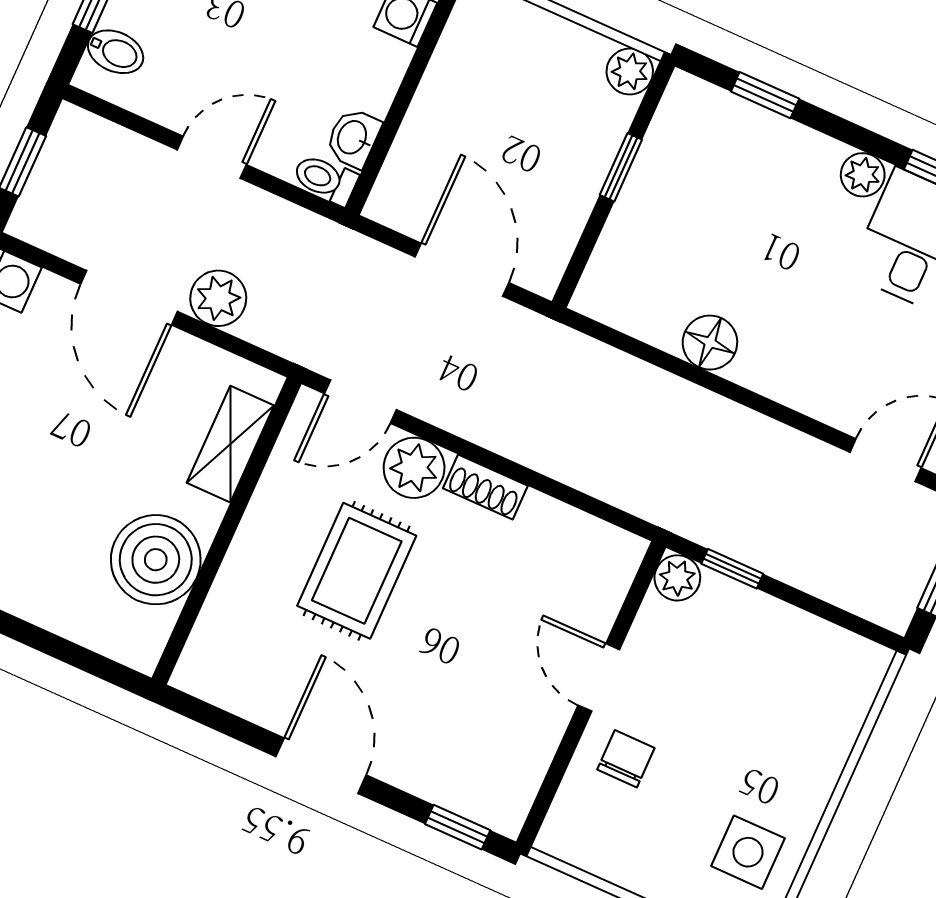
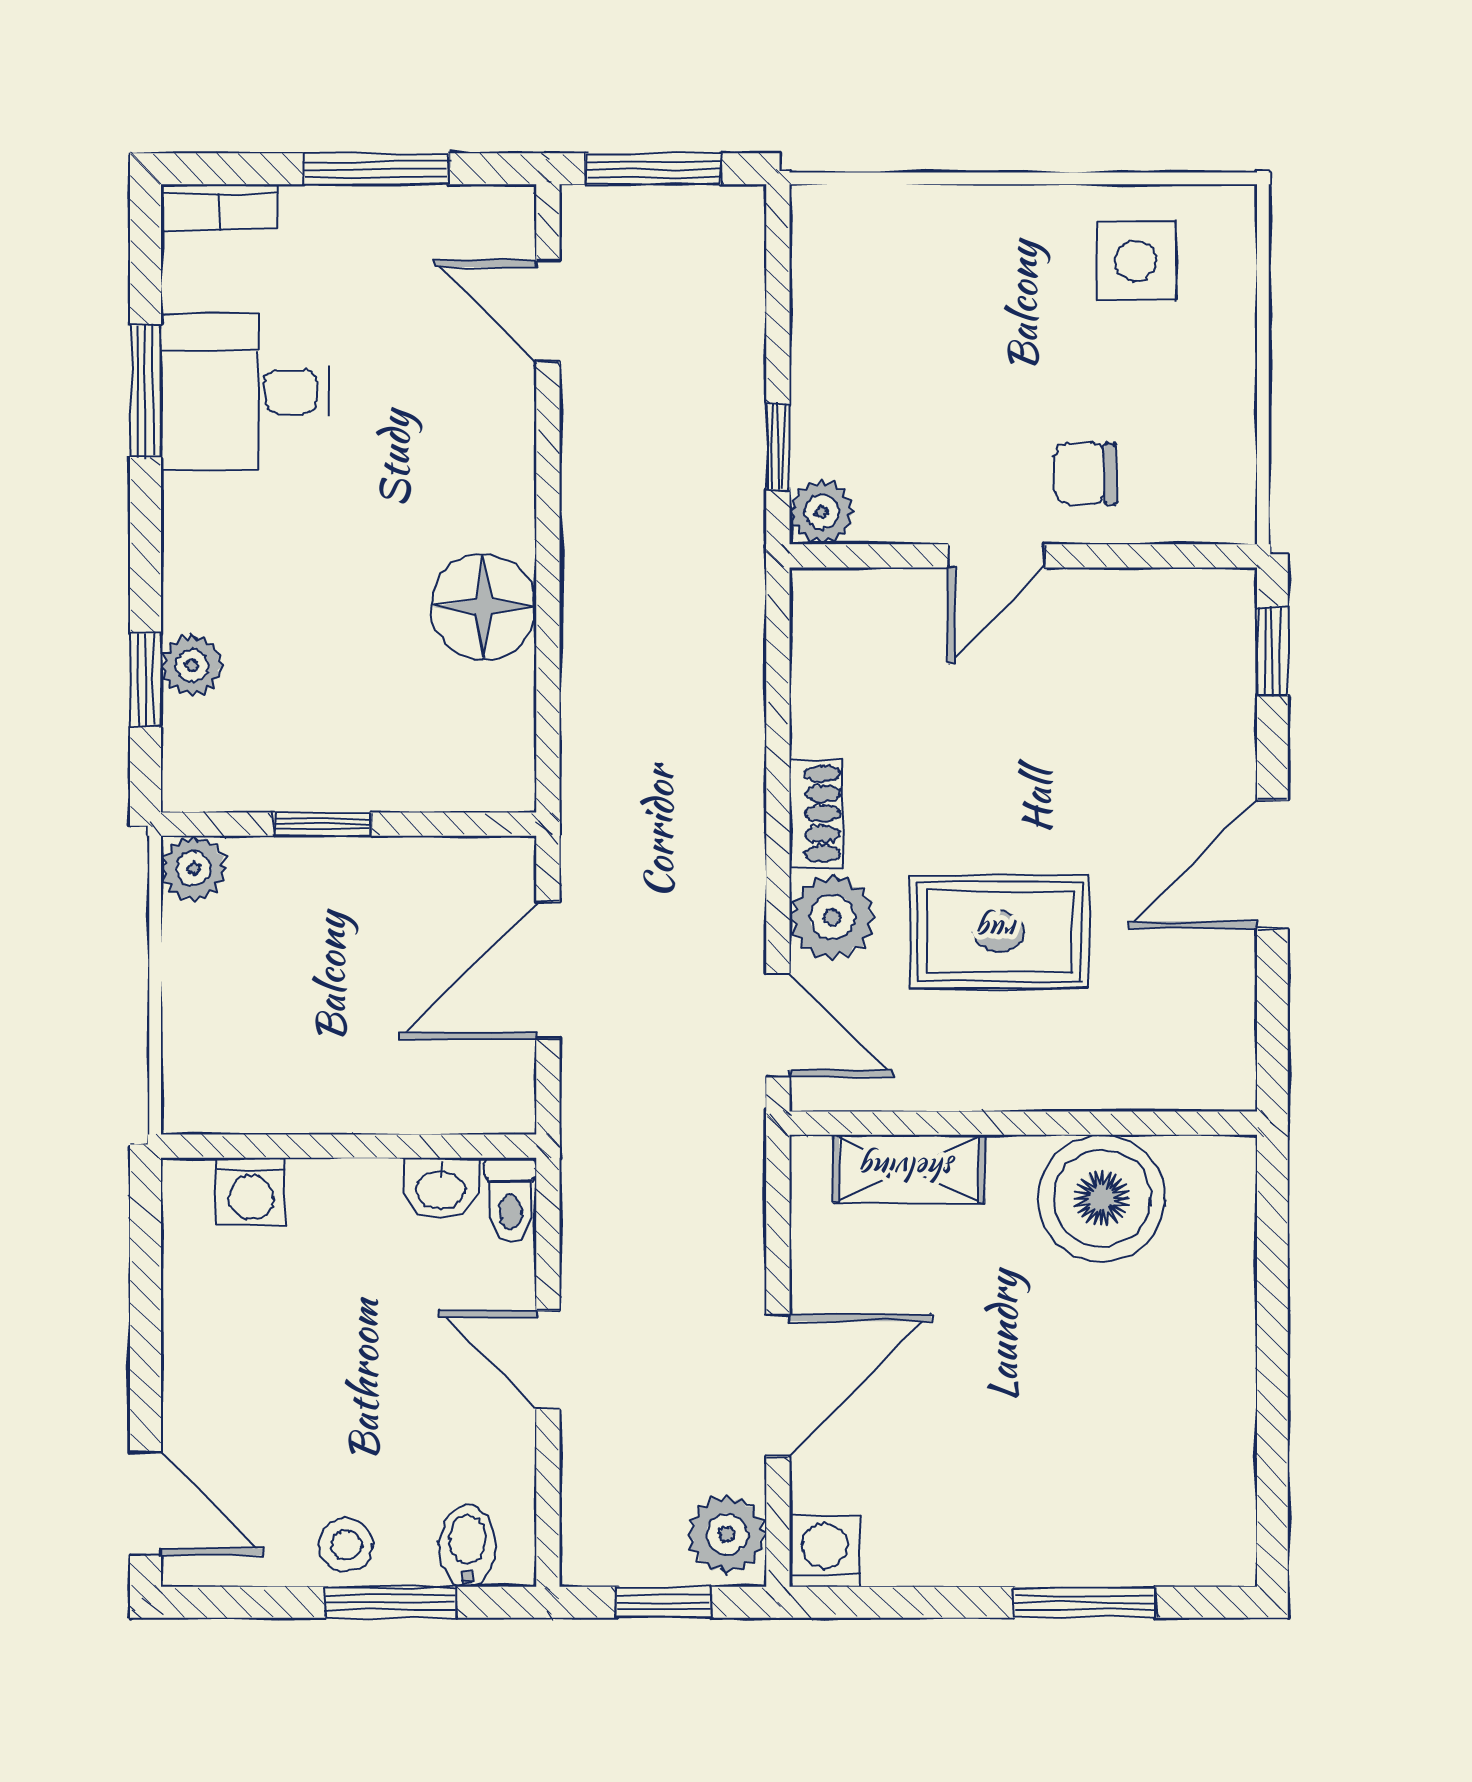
plant: (863, 175) -> (192, 665), moved
plant: (218, 298) -> (727, 1534), moved
floor lamp: (710, 343) -> (484, 607), width x1.38, depth x1.38

